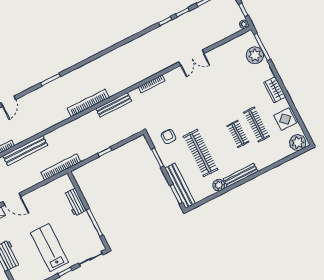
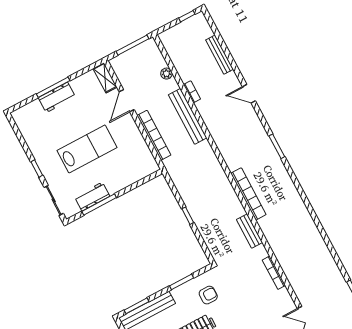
bench: (114, 105) -> (249, 231), width x0.73
bookcase: (61, 167) -> (154, 135), moved
workbench: (75, 202) -> (92, 197), moved
lab bench: (49, 248) -> (87, 149), moved

